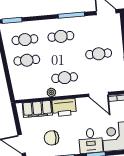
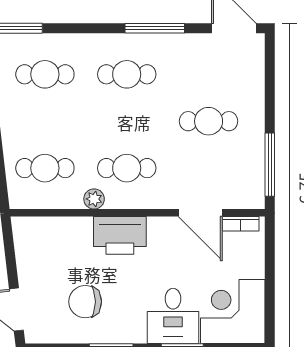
cafe table: (27, 60) -> (45, 168), moved
filing cabinet: (37, 109) -> (59, 233), removed

